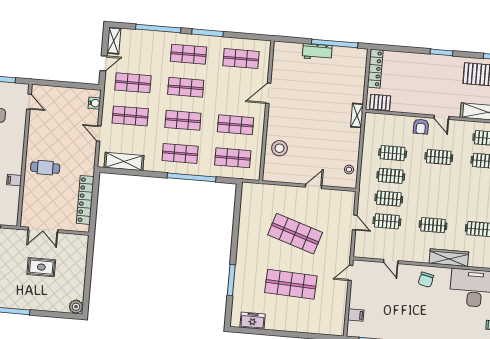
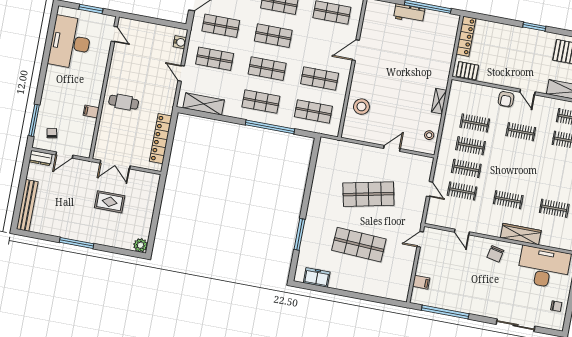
shelving: (357, 115) -> (439, 101), moved
shop shelf: (295, 234) -> (368, 194), turned -30

